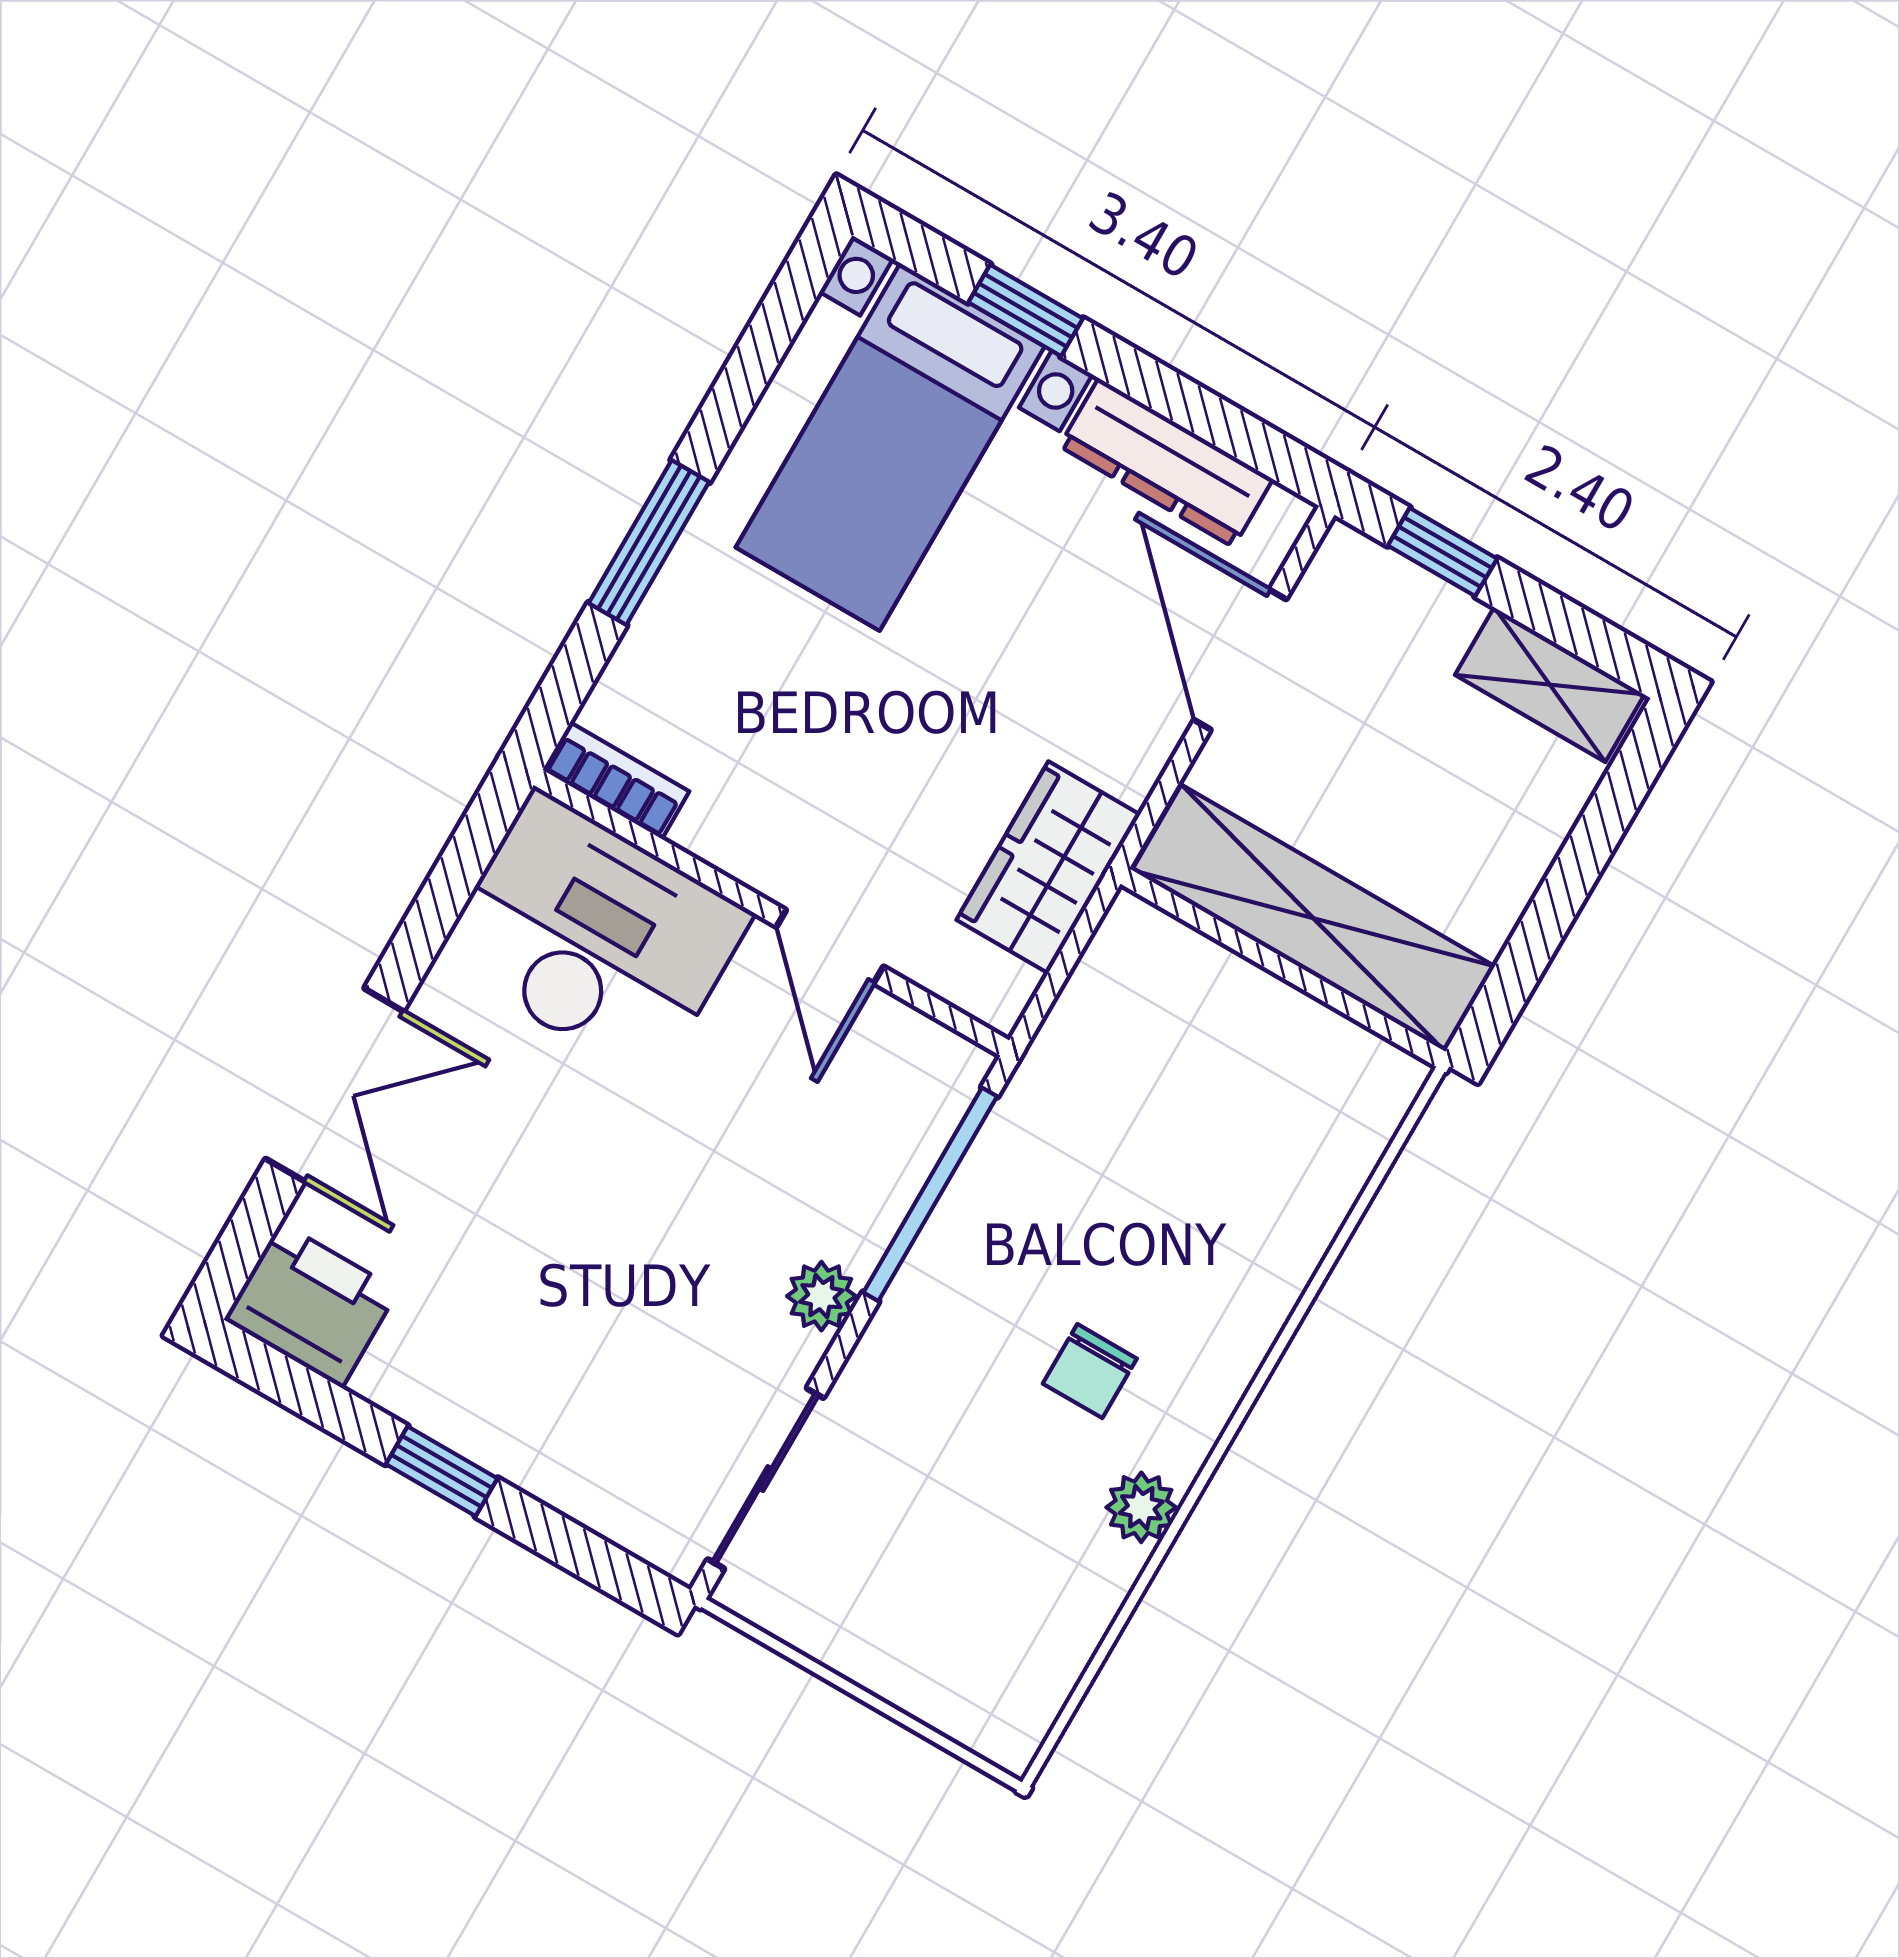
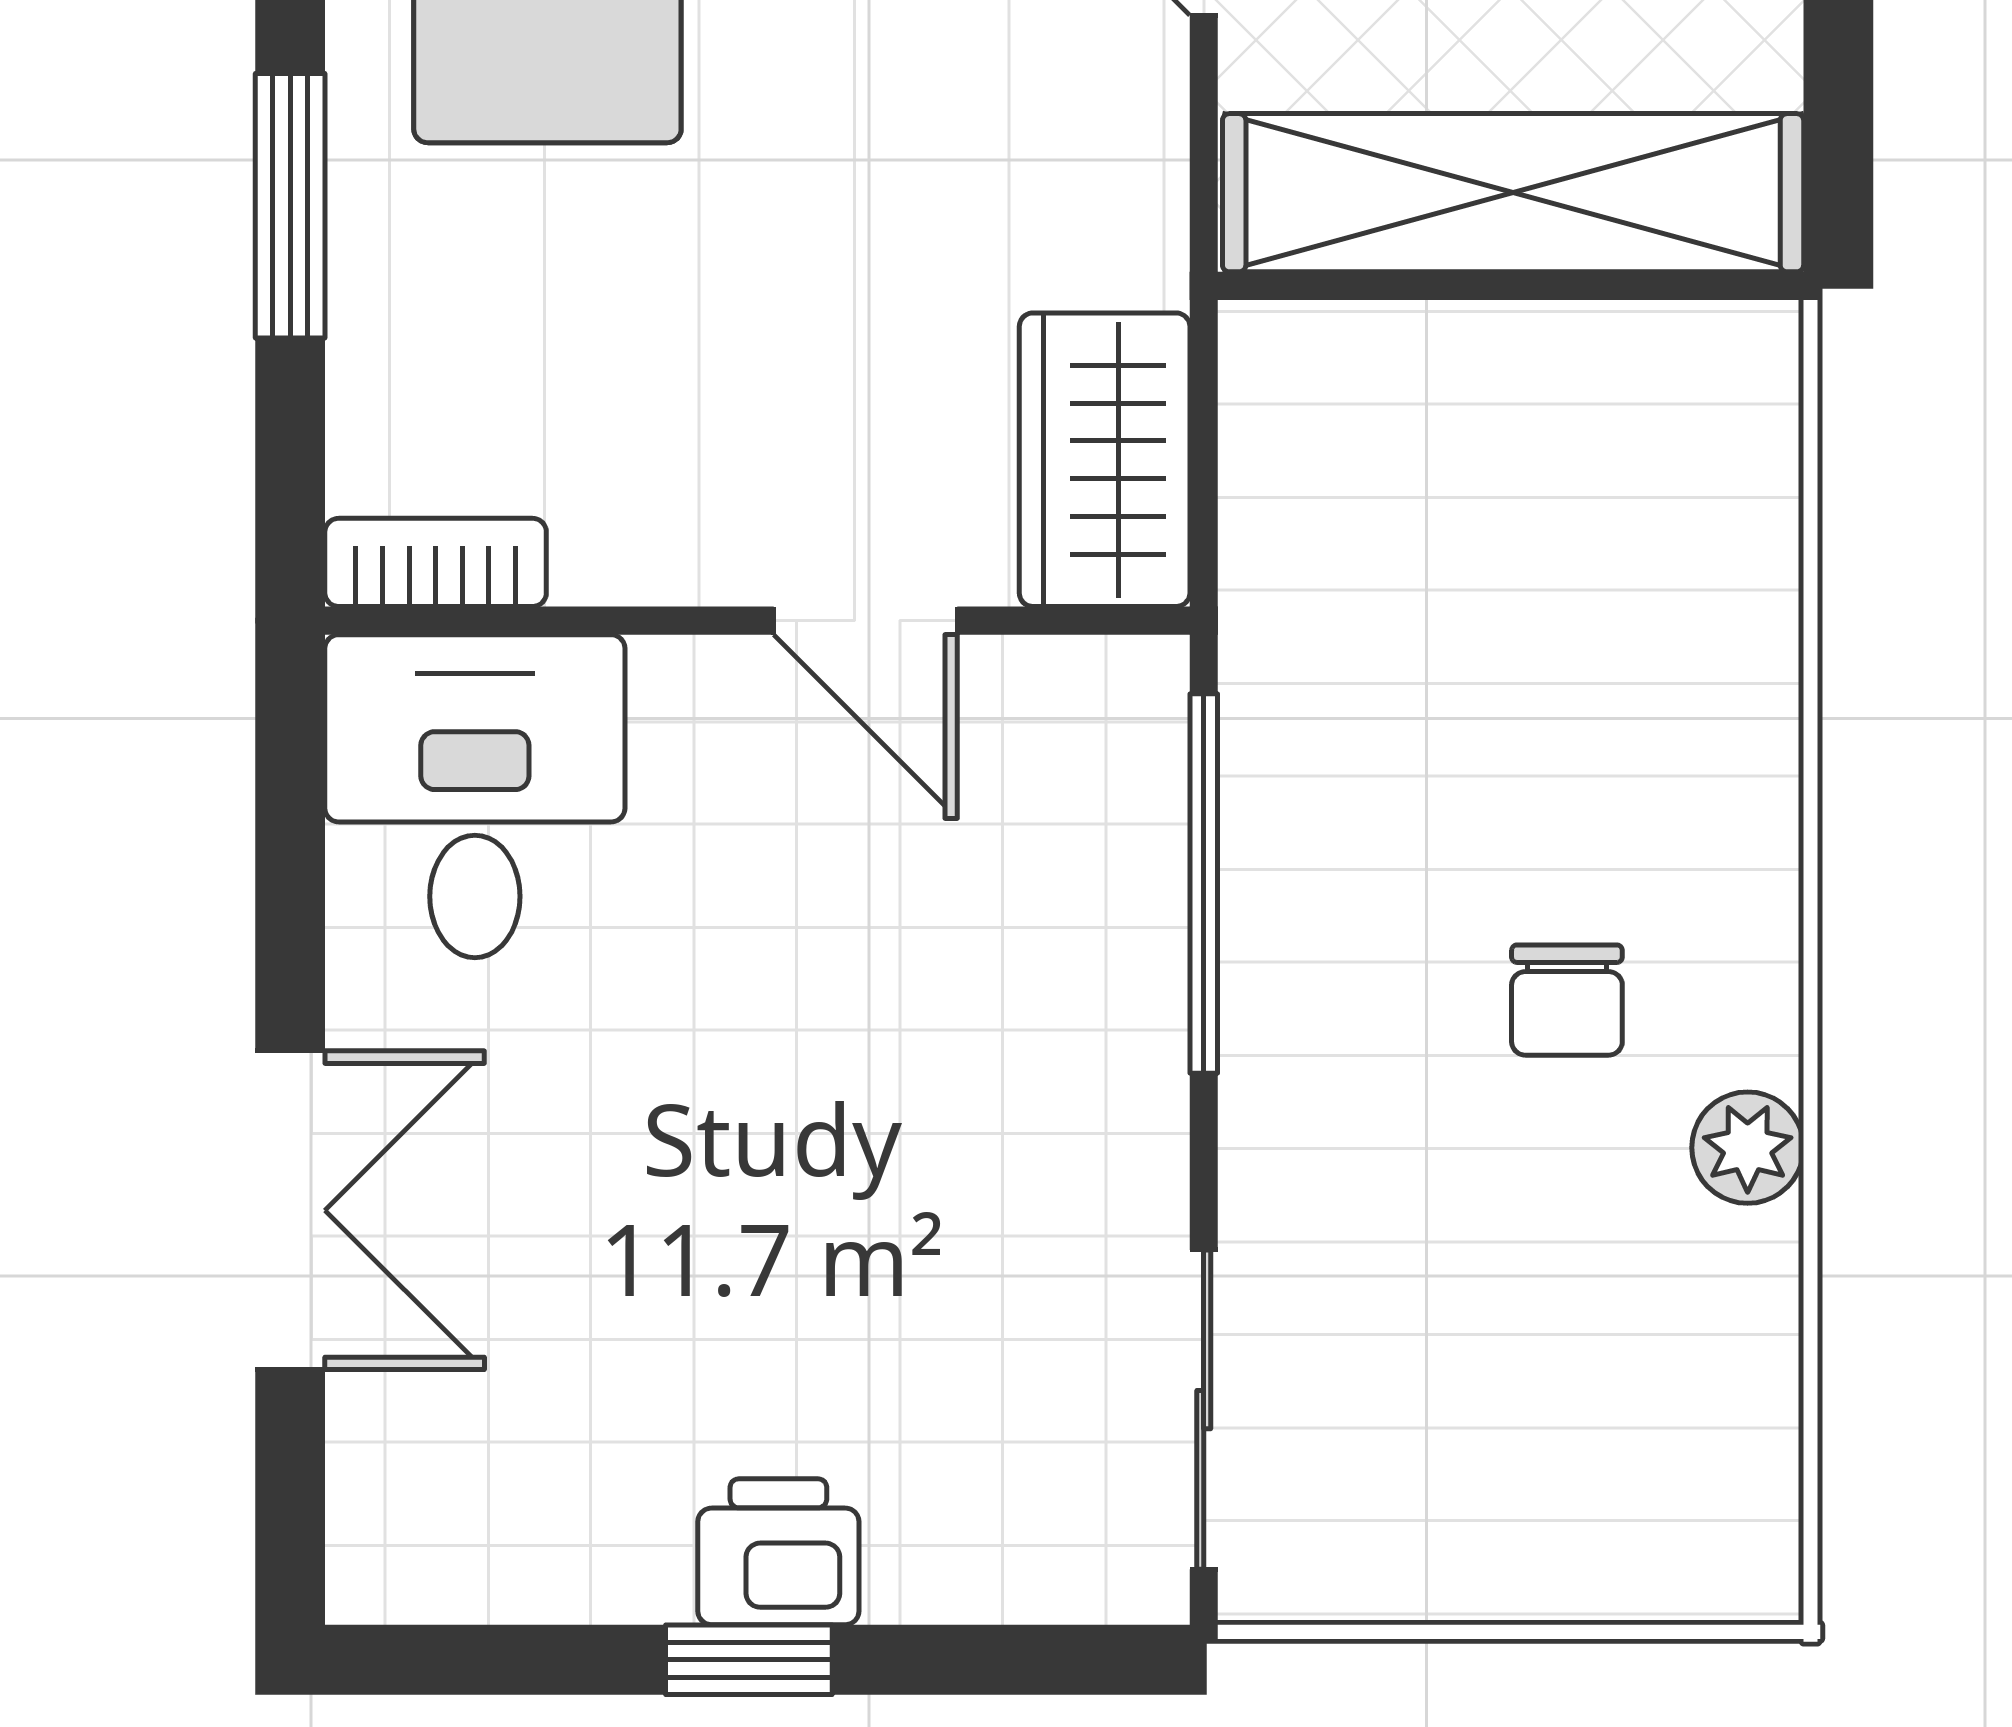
wardrobe: (1048, 867) -> (1105, 460), moved
desk: (594, 937) -> (475, 796), width x0.73
plant: (821, 1296) -> (1135, 1112), removed
printer: (311, 1305) -> (778, 1552), moved, width x0.73, depth x0.81

